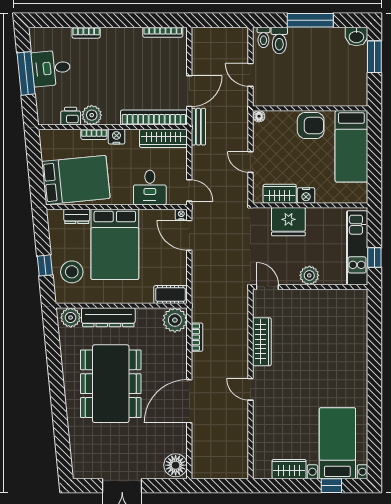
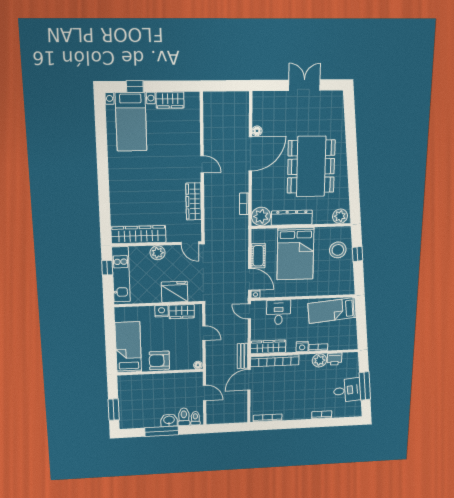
washbasin: (356, 36) -> (169, 420), moved
bed: (76, 180) -> (332, 310), width x0.67
dresser: (77, 216) -> (333, 290), removed
bed: (115, 244) -> (295, 254), moved, turned 180
cot: (170, 295) -> (258, 256), moved, turned 90
wardrobe: (333, 300) -> (138, 235), added
dresser: (108, 317) -> (292, 218), moved
floor lamp: (176, 465) -> (257, 131), moved, width x0.53, depth x0.53

